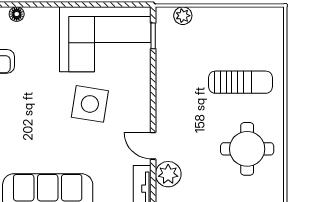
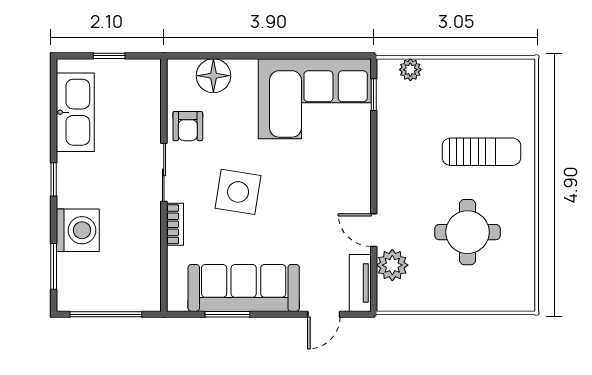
floor lamp: (17, 14) -> (213, 76), width x1.89, depth x1.89
side table: (90, 104) -> (238, 192), moved
round table: (247, 149) -> (467, 232), moved

